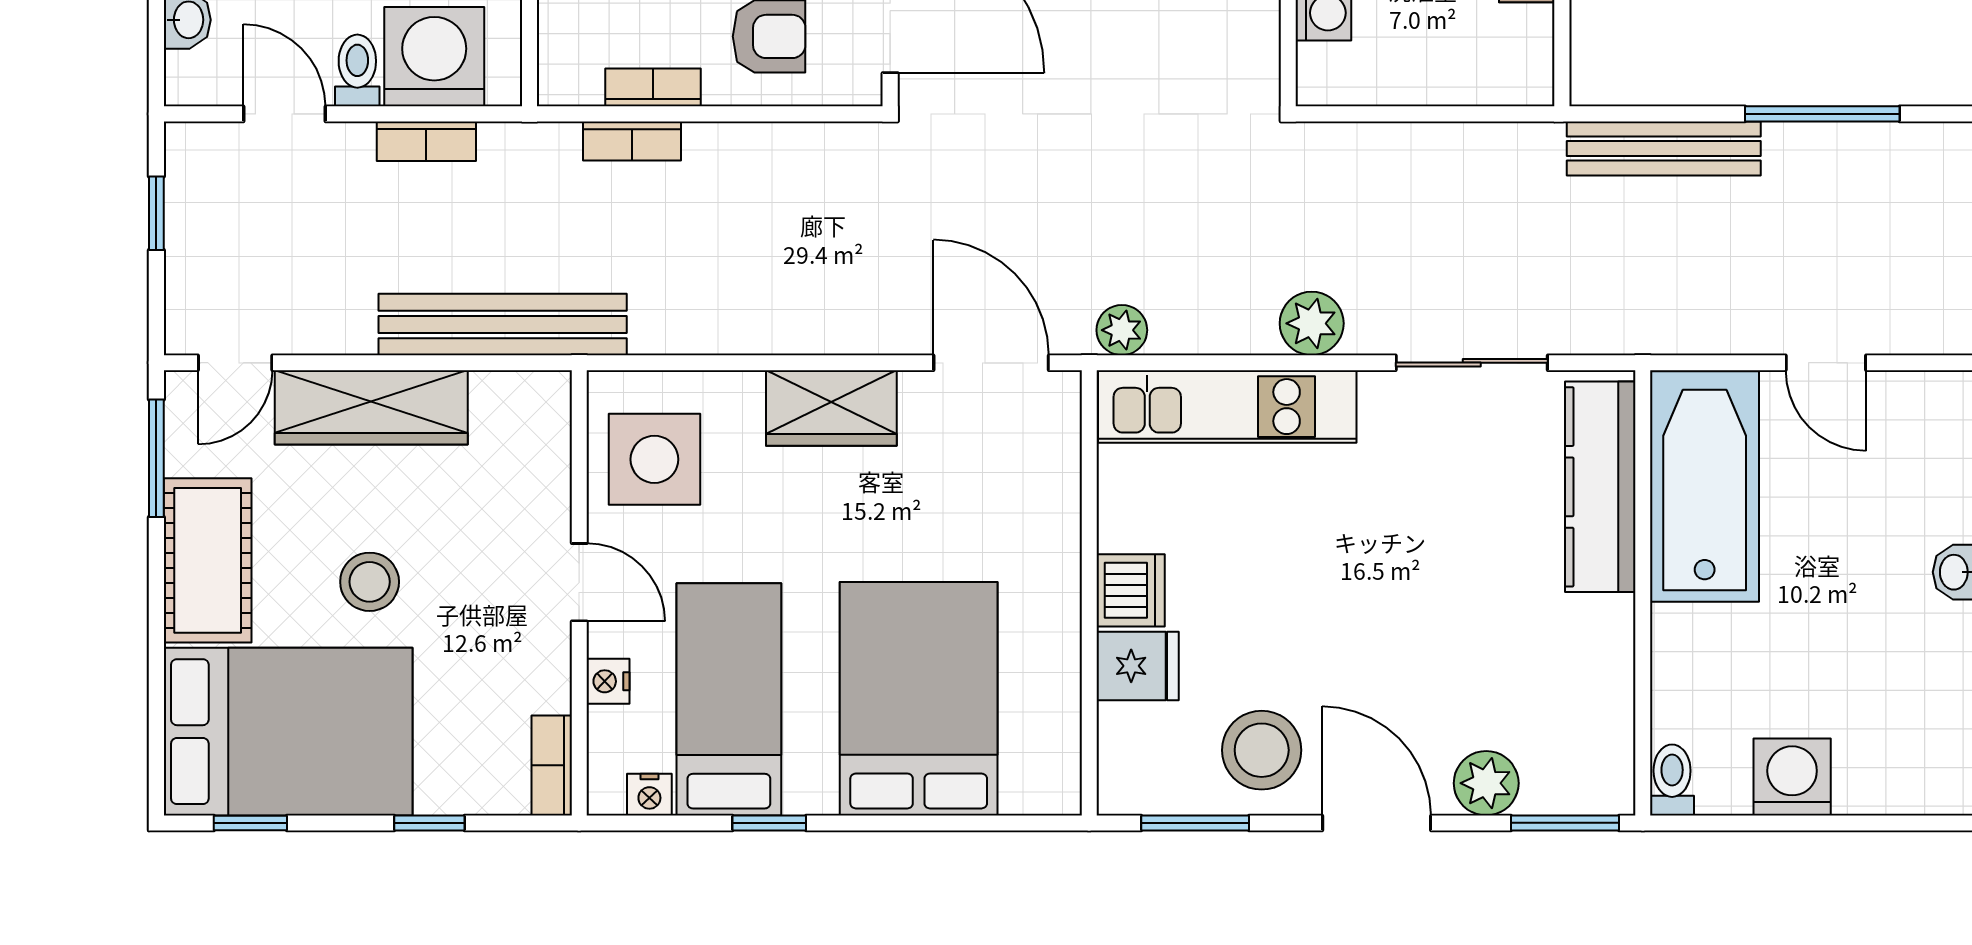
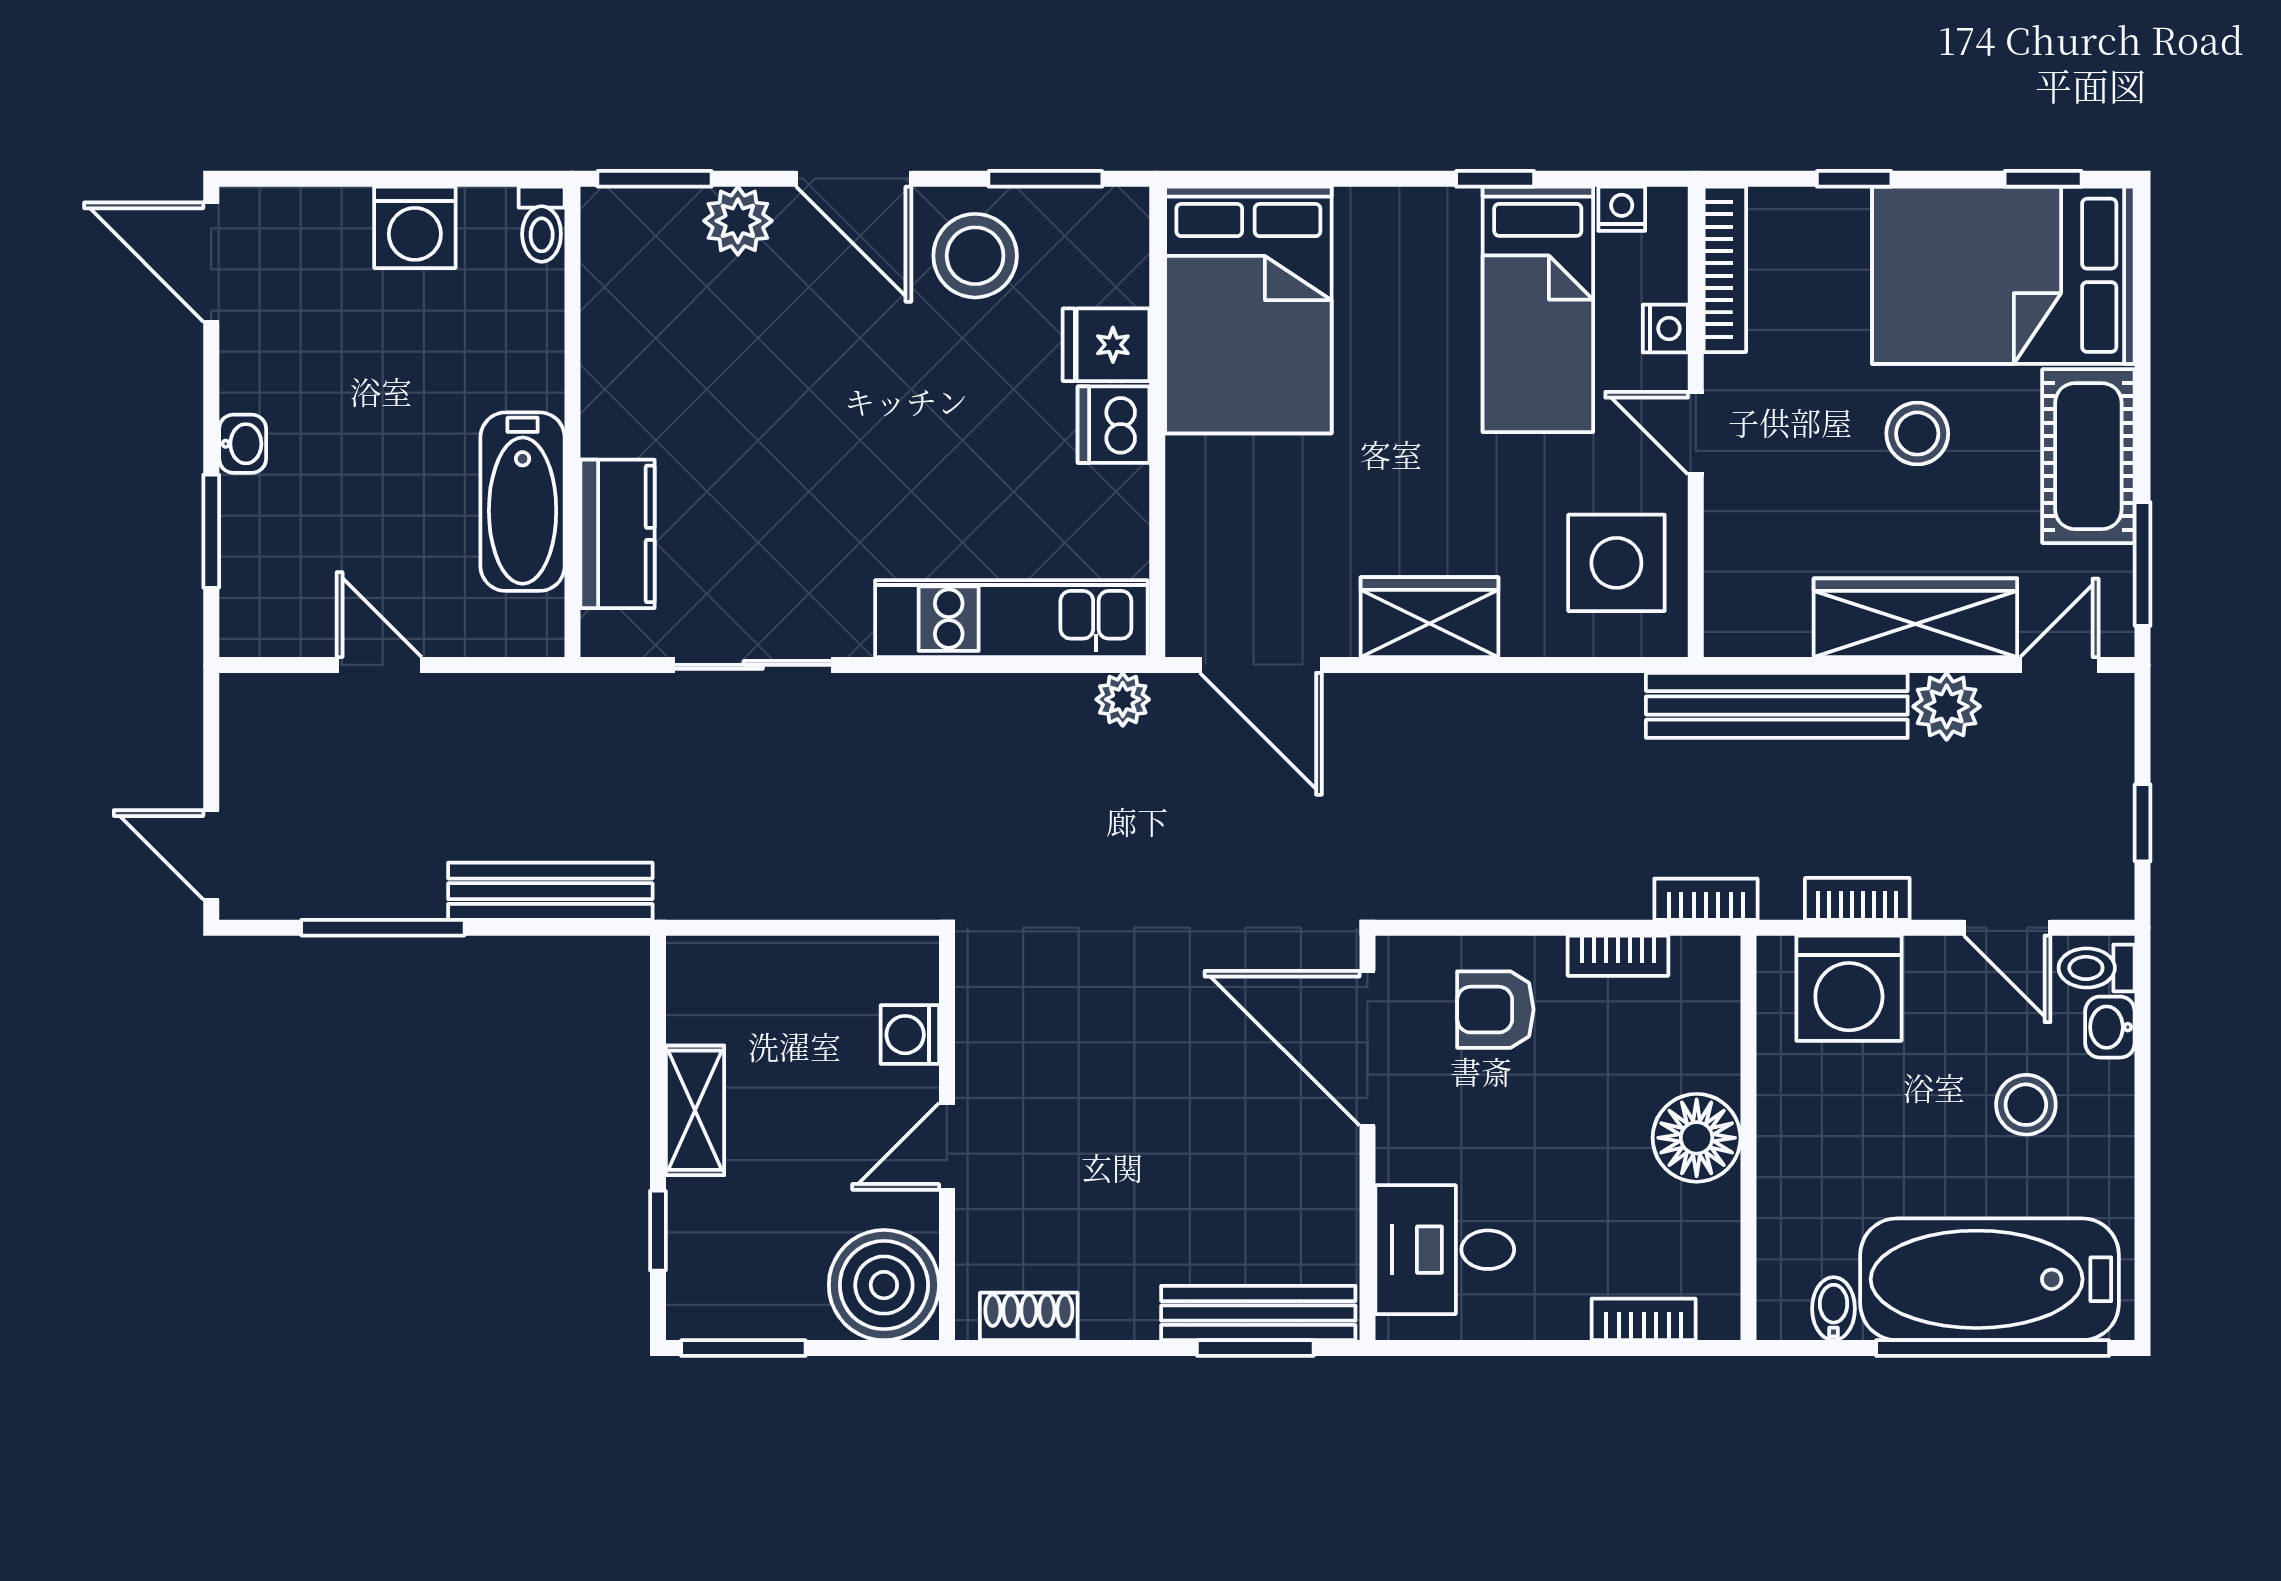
toilet: (357, 70) -> (2097, 968), moved, turned 90
bookcase: (632, 141) -> (1706, 899), moved
plant: (1312, 323) -> (1947, 706), moved
kitchen counter: (1600, 487) -> (618, 534), width x0.67
bathtub: (1705, 487) -> (523, 502), width x0.73, depth x0.73
bed: (919, 699) -> (1248, 310), moved
bookcase: (552, 765) -> (1725, 269), width x1.56

